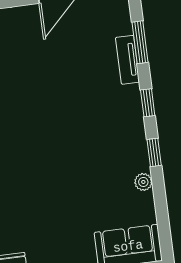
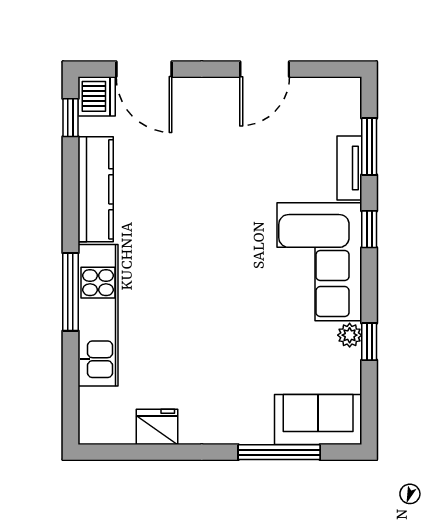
corner sofa: (114, 131) -> (319, 262), added
window: (154, 152) -> (369, 342), moved

